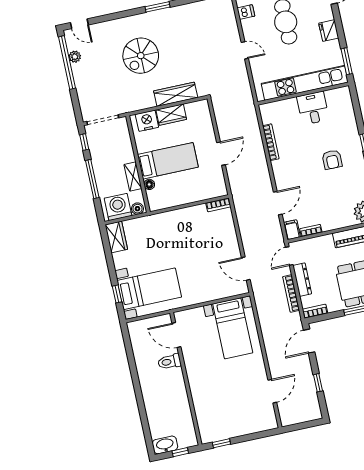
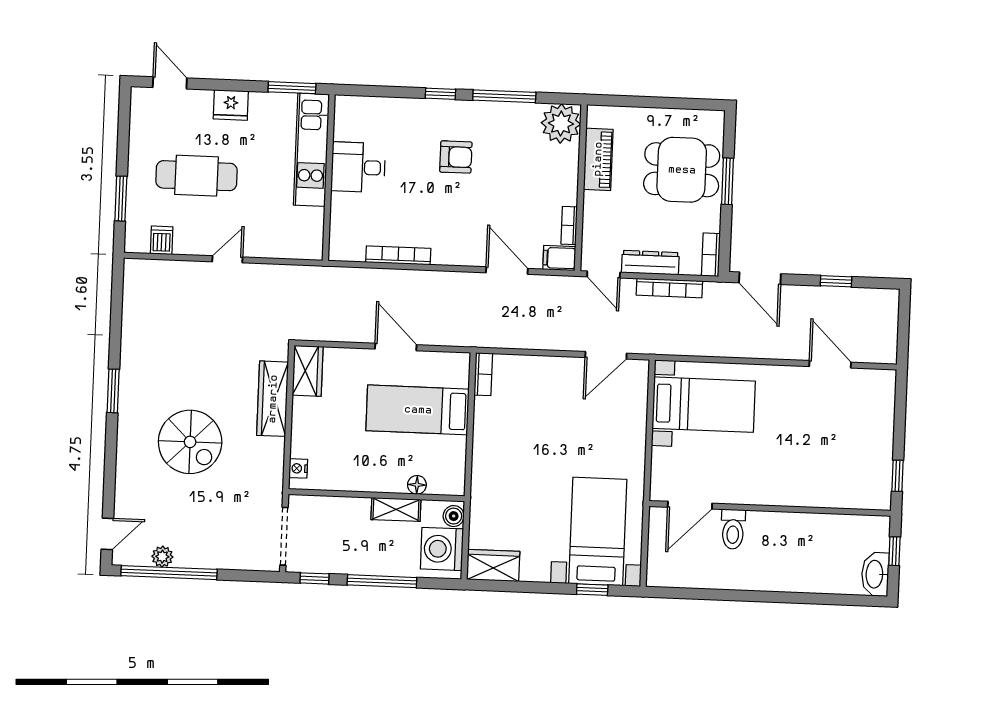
kitchen unit: (305, 83) -> (312, 150), width x0.73
wardrobe: (171, 115) -> (308, 371), moved
nightstand: (147, 121) -> (298, 468), width x0.53, depth x0.56
bed: (168, 161) -> (418, 410), moved, turned -90

